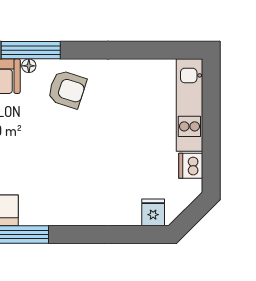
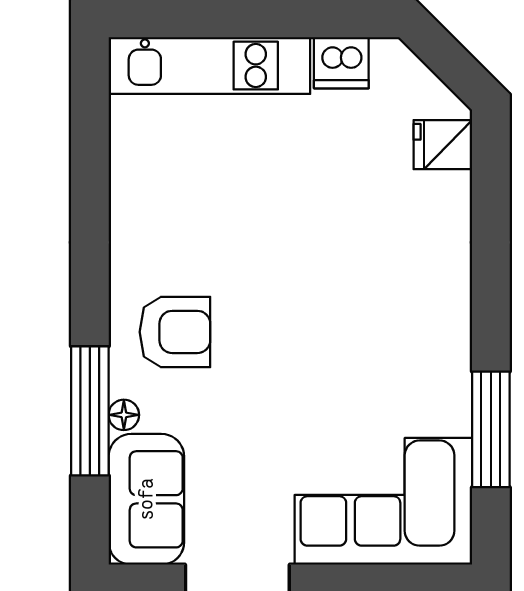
armchair: (67, 89) -> (175, 332), turned 72

